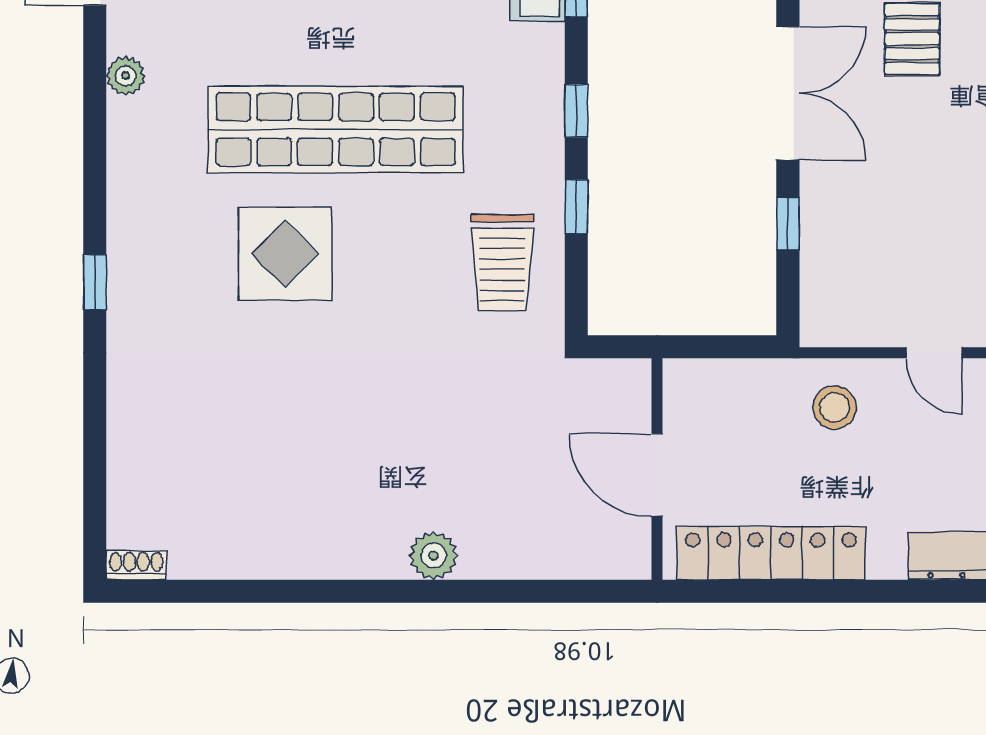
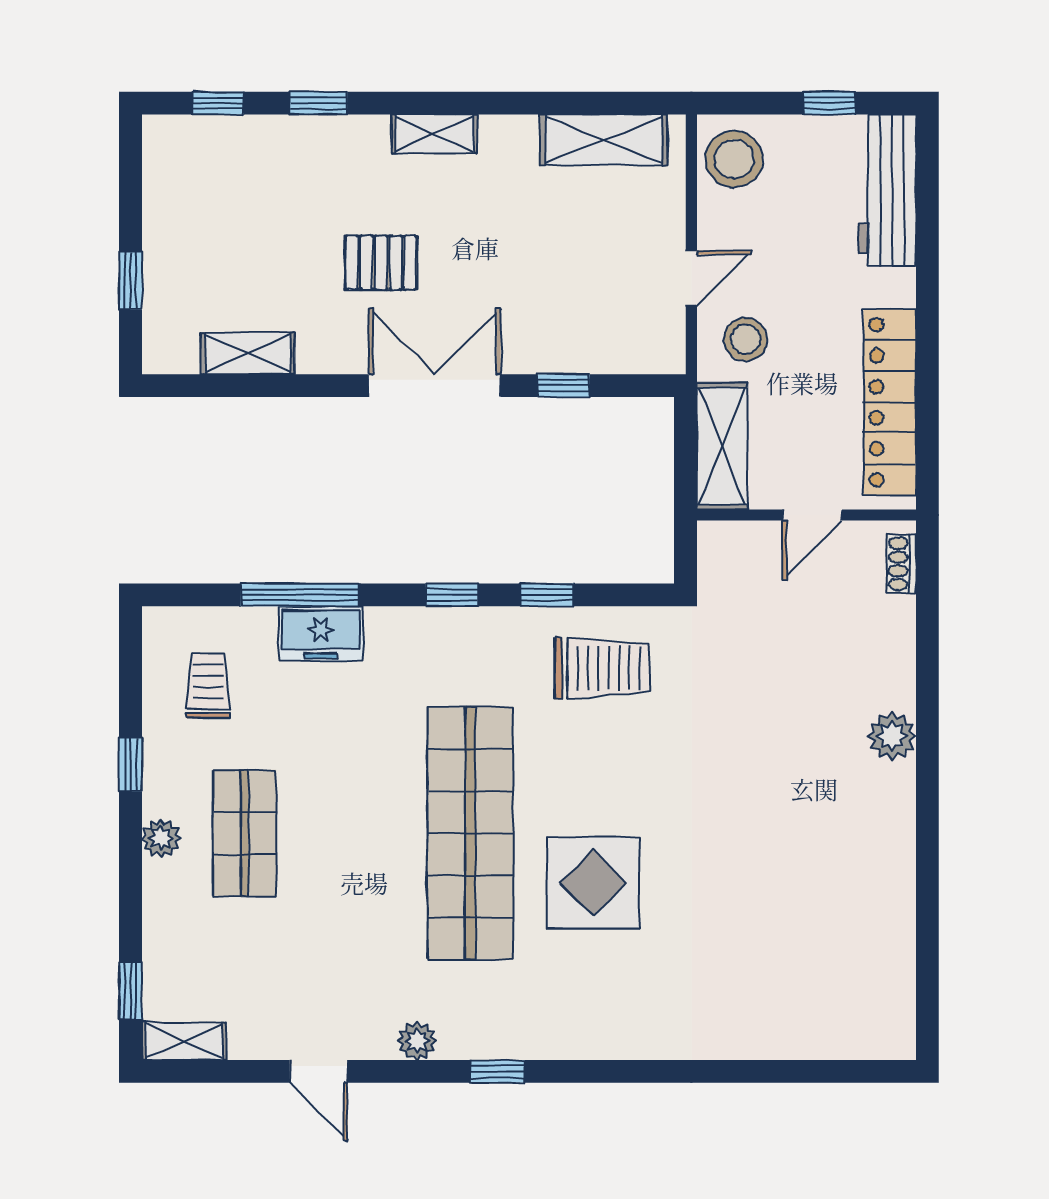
window: (95, 282) -> (498, 1071), moved
door: (934, 353) -> (691, 278), moved
shelving: (727, 384) -> (722, 446), added
door: (657, 475) -> (812, 515), width x0.73
shoe rack: (136, 565) -> (902, 564), moved

